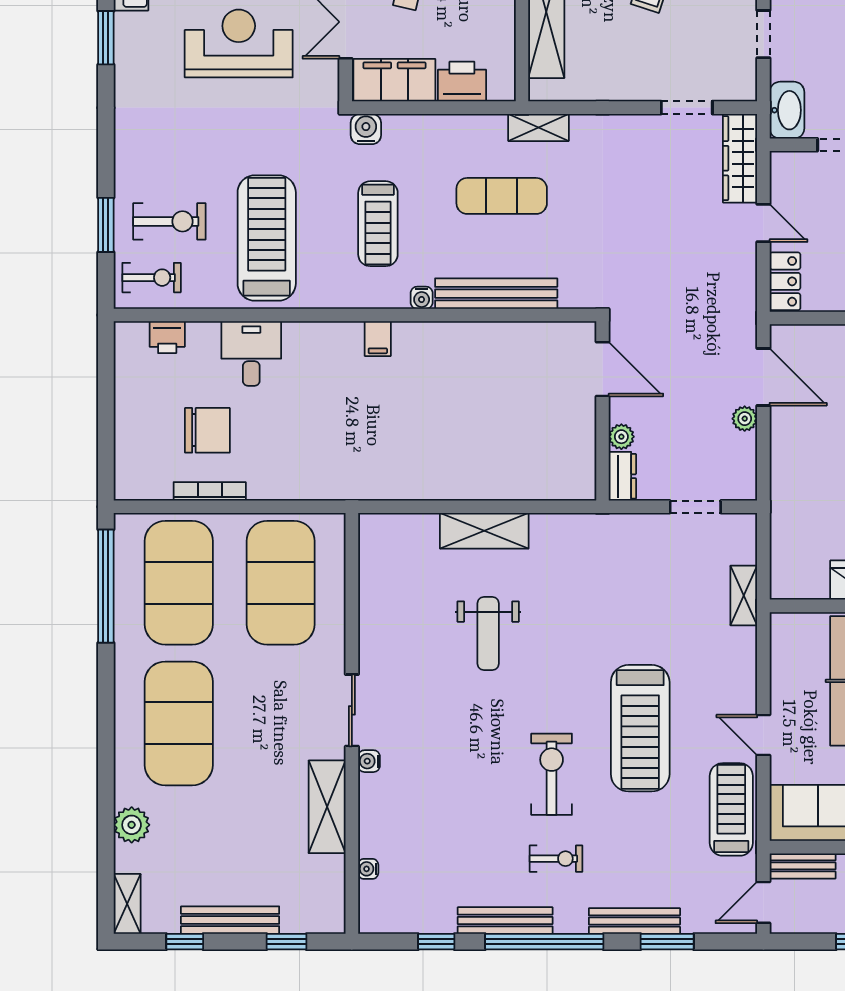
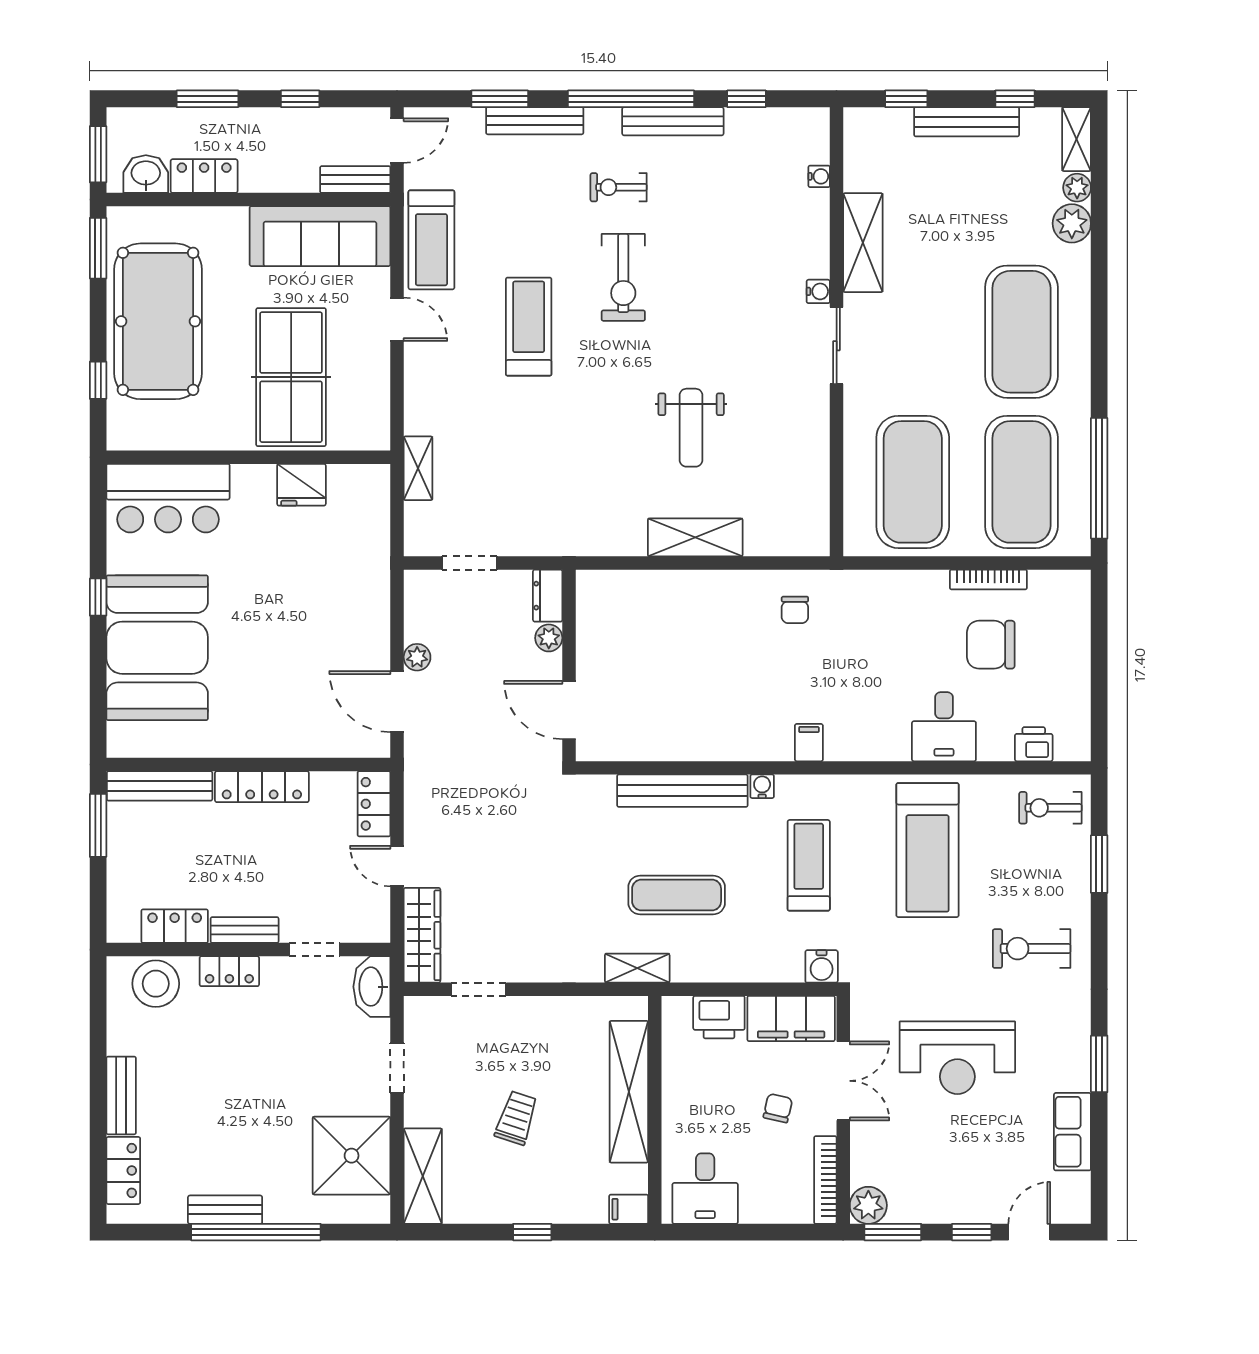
exercise bike: (169, 221) -> (1032, 949), moved
chair: (391, 463) -> (795, 610), added
weight bench: (488, 633) -> (691, 428), turned 180
treadmill: (640, 728) -> (529, 327), width x0.73, depth x0.73
plant: (127, 858) -> (1077, 188), added

